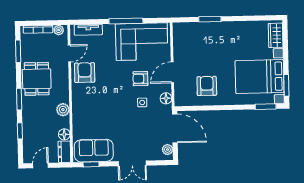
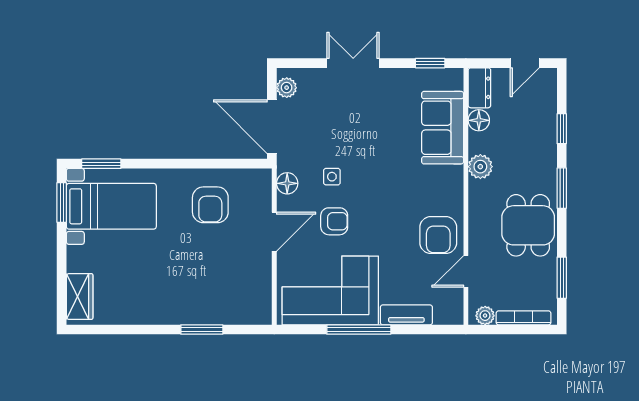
tv unit: (88, 30) -> (406, 315), moved
bed with nightstands: (260, 77) -> (111, 206), width x0.73
sofa: (94, 151) -> (443, 128), moved, turned 90

